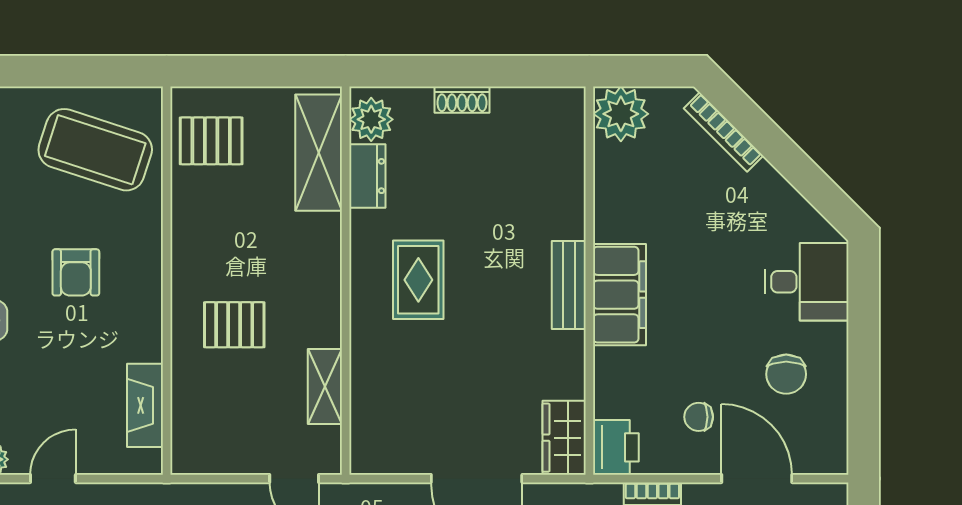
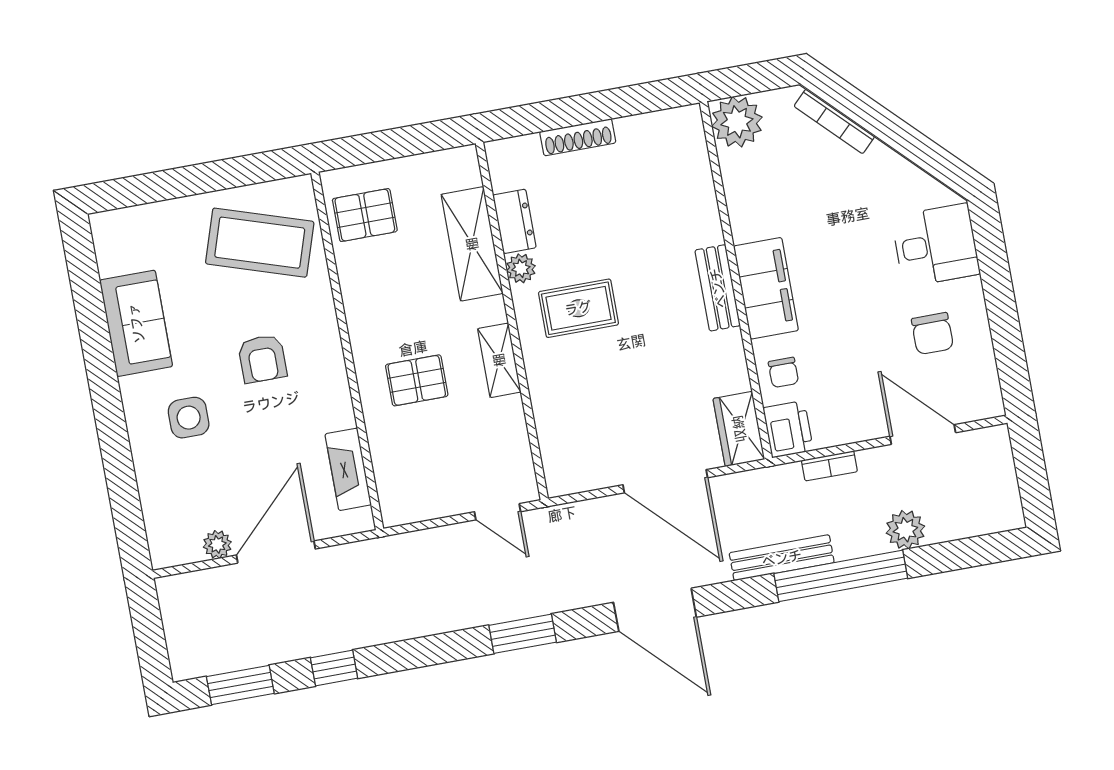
shoe rack: (462, 100) -> (578, 137), width x1.43
plant: (371, 119) -> (521, 268), moved, width x0.73, depth x0.73
shelving: (319, 153) -> (472, 244), moved
rug: (418, 280) -> (578, 308), turned 90
shelving: (325, 386) -> (499, 360), moved
chair: (699, 417) -> (783, 372), moved, turned -90
door: (53, 479) -> (276, 552), width x1.87

